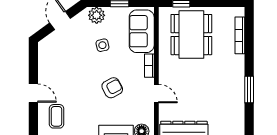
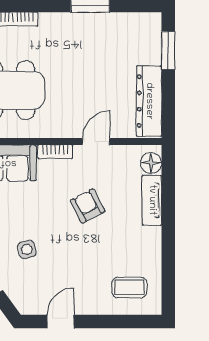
side table: (102, 45) -> (27, 249), moved
door: (33, 93) -> (61, 322), moved

